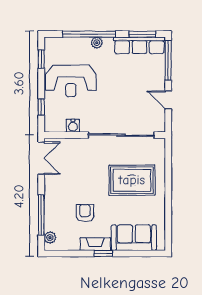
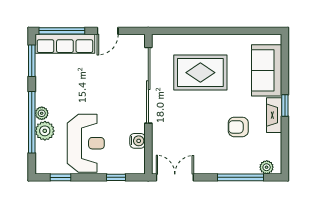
plant: (82, 45) -> (45, 131), added
row of seats: (139, 45) -> (65, 44), moved, turned 90
rug: (132, 180) -> (200, 73), turned 90

